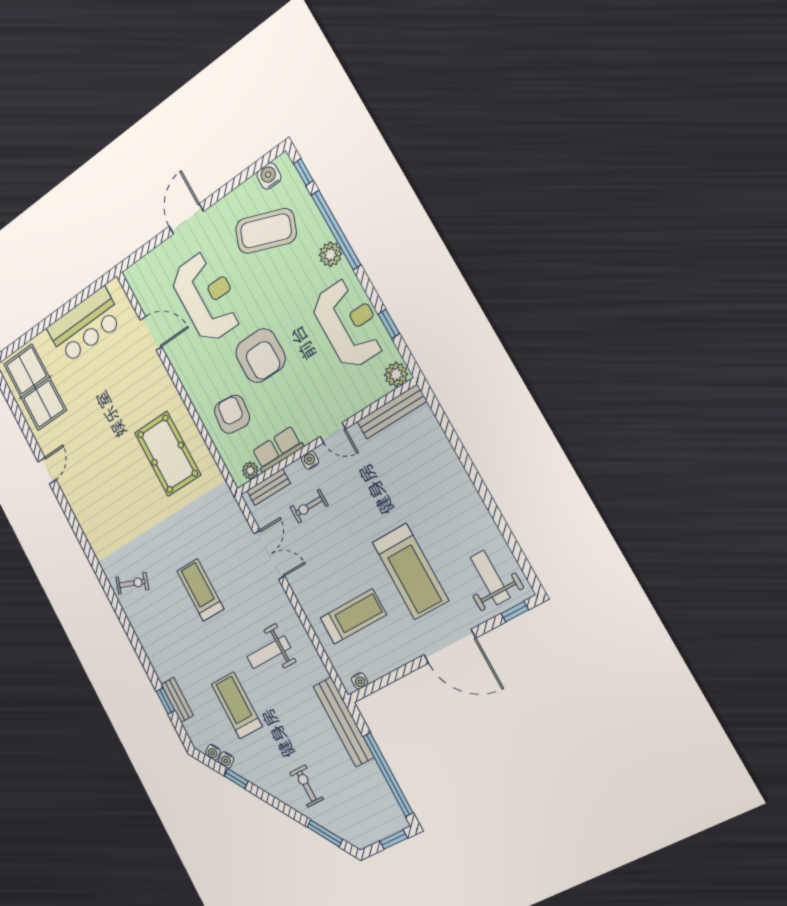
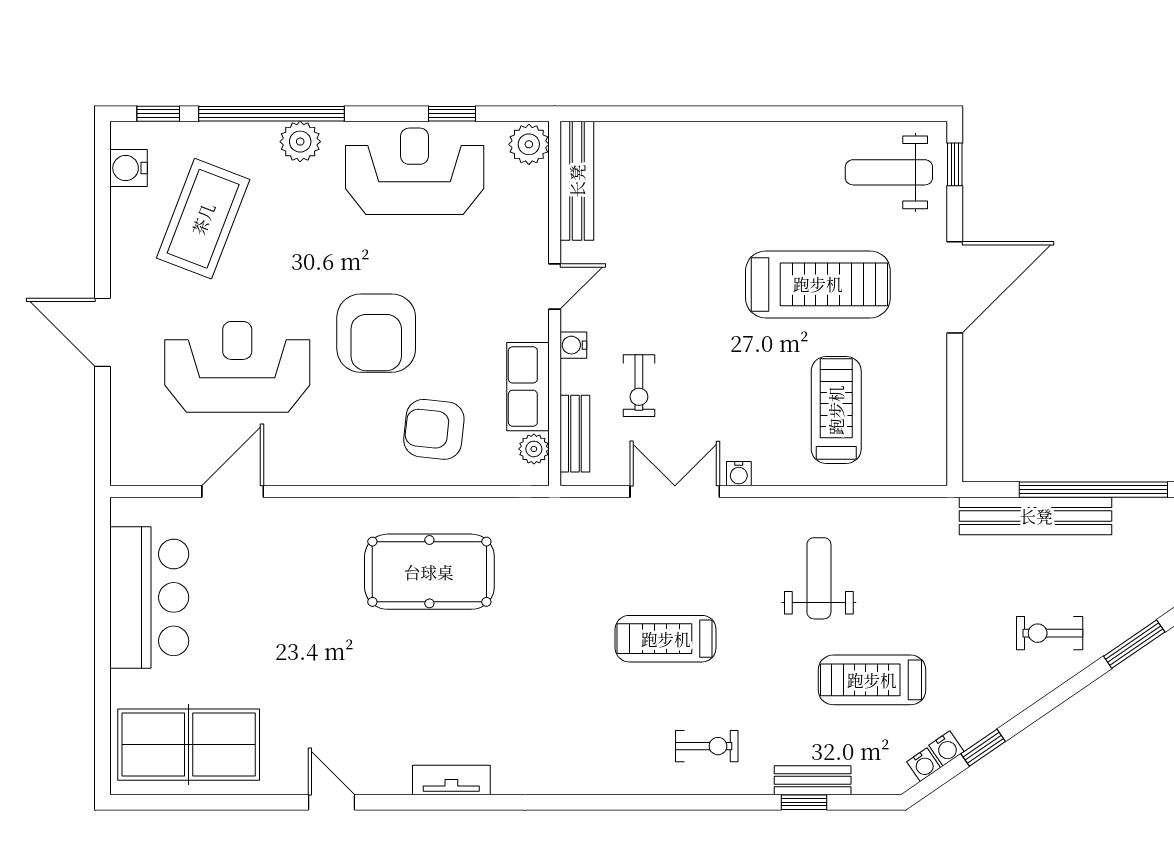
armchair: (260, 356) -> (376, 333), turned 90
tv unit: (86, 522) -> (451, 780), added
exercise bike: (132, 583) -> (707, 746), moved, turned 70
weight bench: (269, 652) -> (819, 578), turned 180
water cooler: (360, 681) -> (739, 474), moved, turned 90
bench: (343, 722) -> (1036, 516), moved

